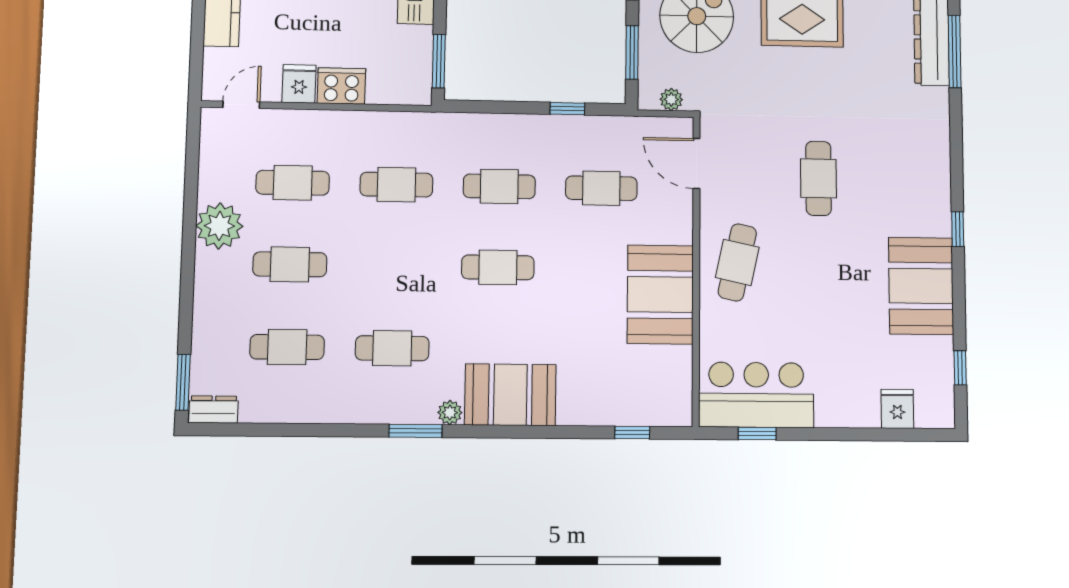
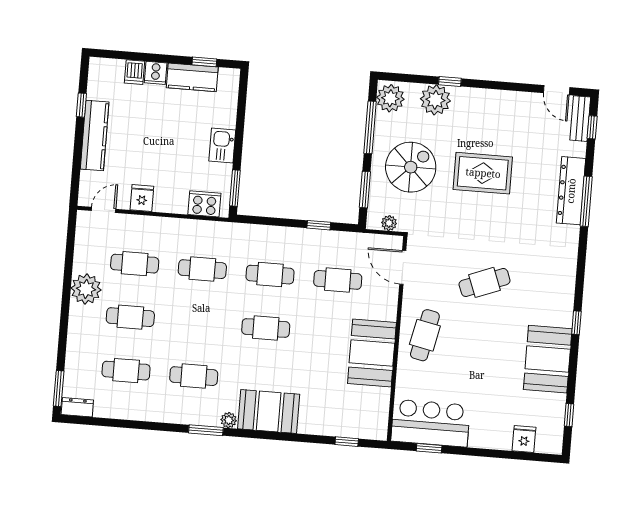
cooker: (341, 86) -> (204, 204), moved
cafe table: (818, 178) -> (485, 282), turned 69

